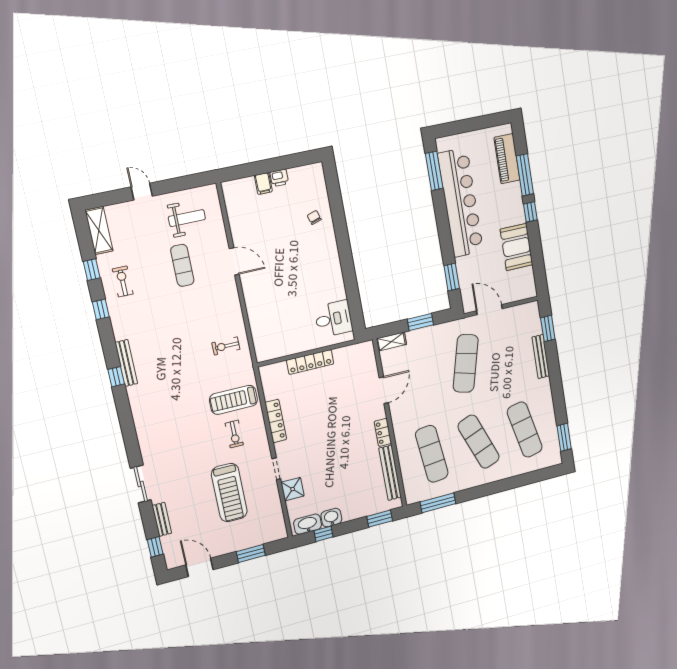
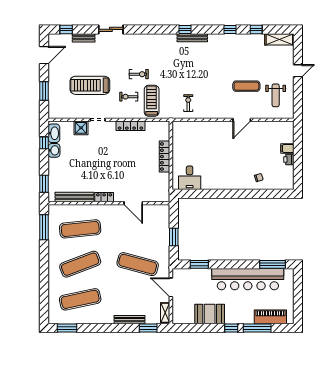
exercise bike: (123, 281) -> (139, 74), moved
door: (489, 310) -> (171, 287), swing flipped
shelving: (391, 342) -> (165, 313), moved

